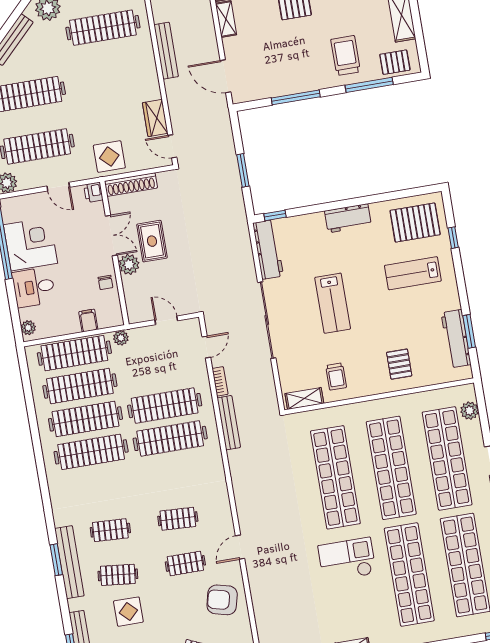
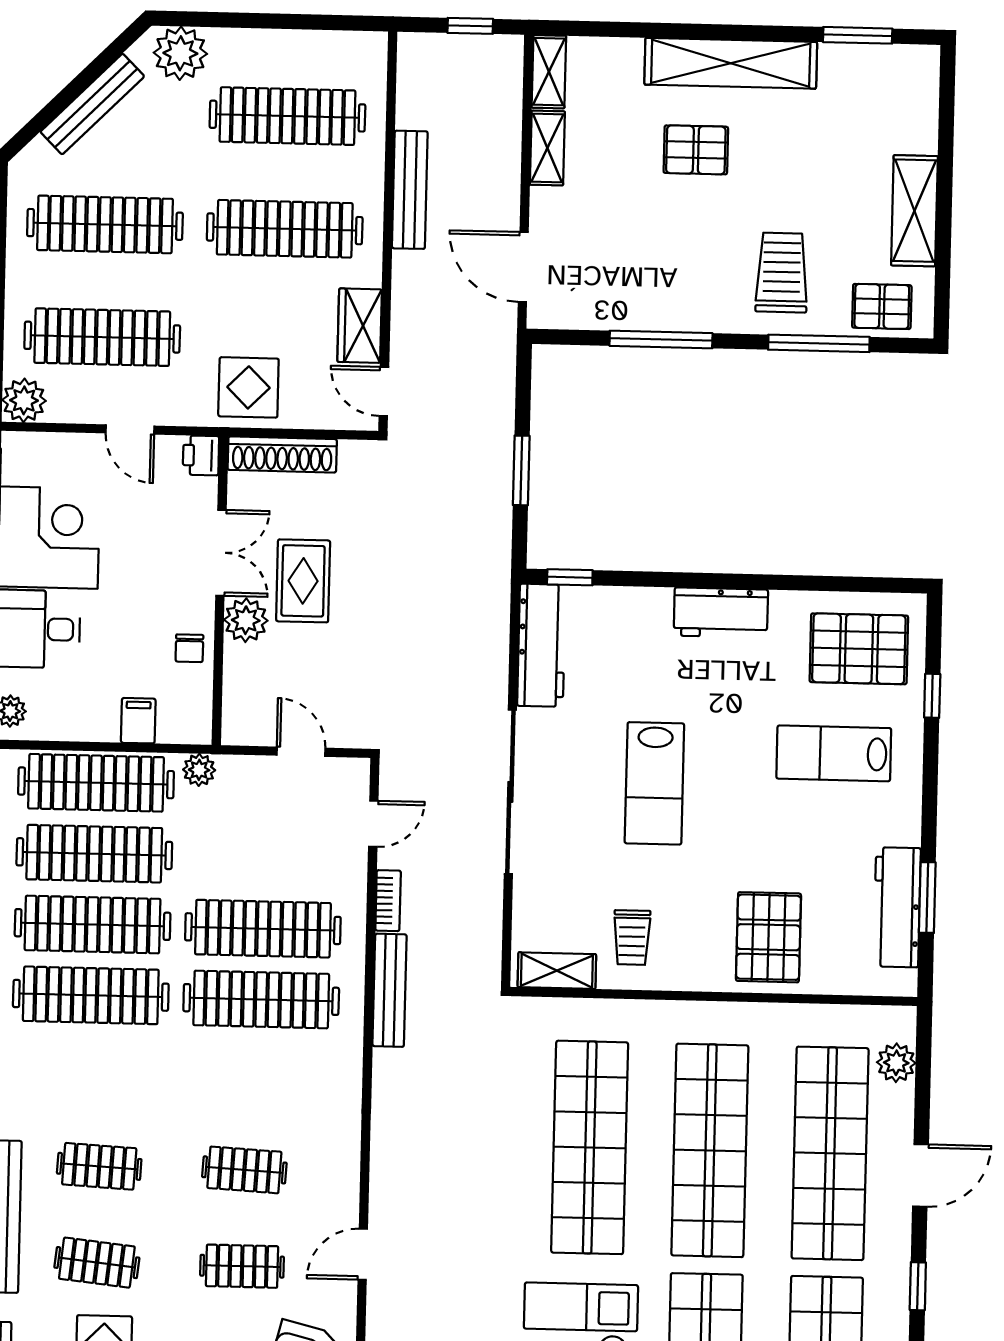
clothes rail: (112, 80) -> (285, 229), added
pallet: (399, 364) -> (768, 937), width x1.50, depth x1.42

